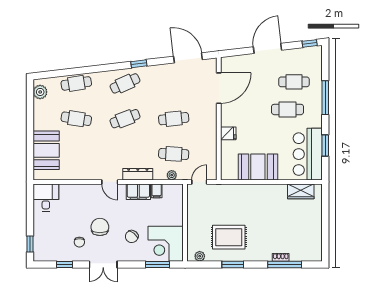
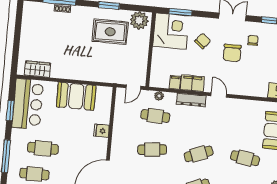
plant: (200, 256) -> (139, 20), width x1.87, depth x1.87

